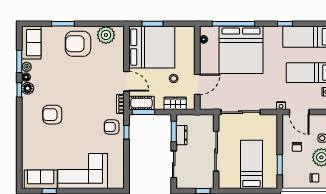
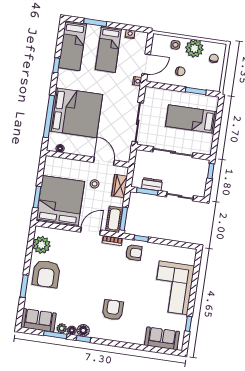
armchair: (52, 115) -> (113, 310), turned 180
armchair: (112, 127) -> (134, 253), turned -90
sofa: (41, 179) -> (162, 338), moved, turned 90

